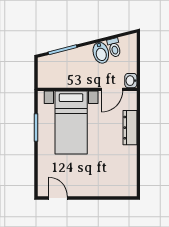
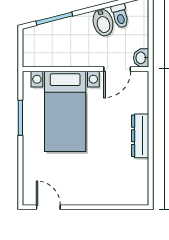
dresser: (130, 128) -> (140, 136), moved

